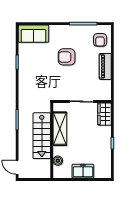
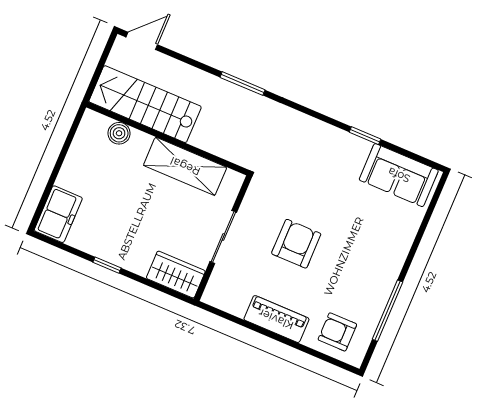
sofa: (33, 34) -> (399, 175), moved, turned -90
armchair: (67, 57) -> (296, 244), moved
stairs: (42, 136) -> (145, 104), moved
freezer: (83, 171) -> (58, 214), moved

